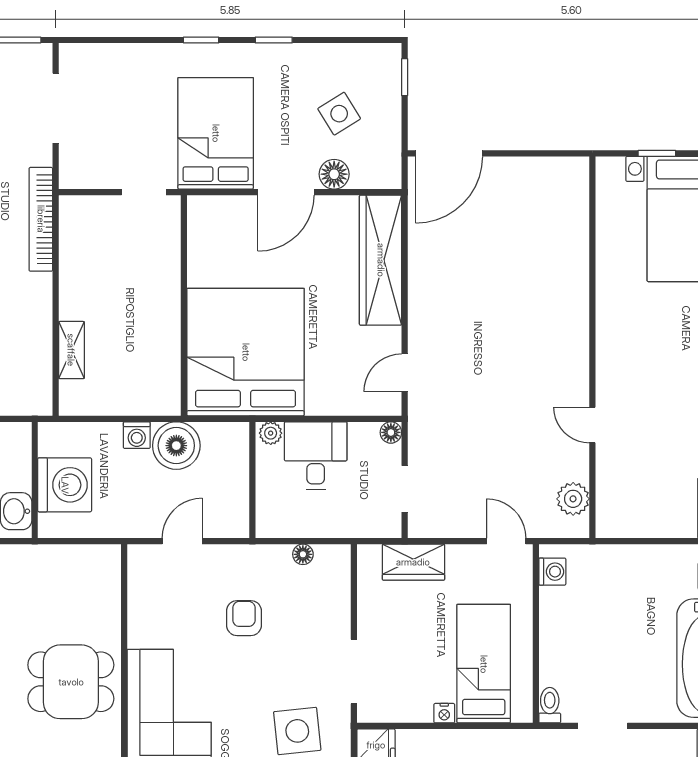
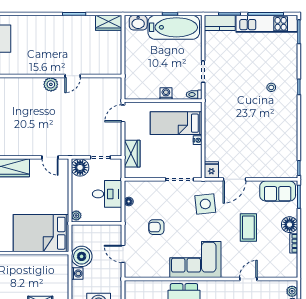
bed: (246, 352) -> (41, 233), width x0.73
floor lamp: (391, 432) -> (80, 167), width x1.89, depth x1.89
desk: (316, 455) -> (107, 194), moved, turned 180
plant: (573, 499) -> (51, 84), moved
washing machine: (552, 572) -> (166, 93), moved

